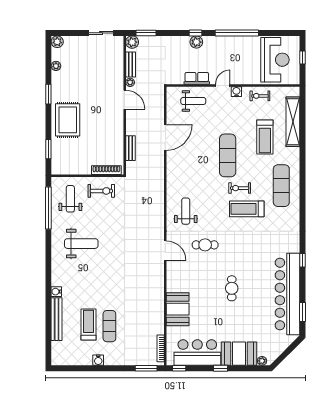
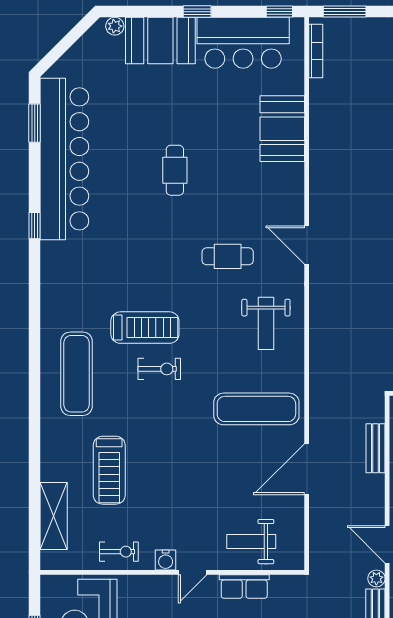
shelving: (293, 122) -> (54, 516), width x0.68
treadmill: (265, 137) -> (109, 470), turned 180
exercise mat: (228, 155) -> (256, 409), moved, turned 90

